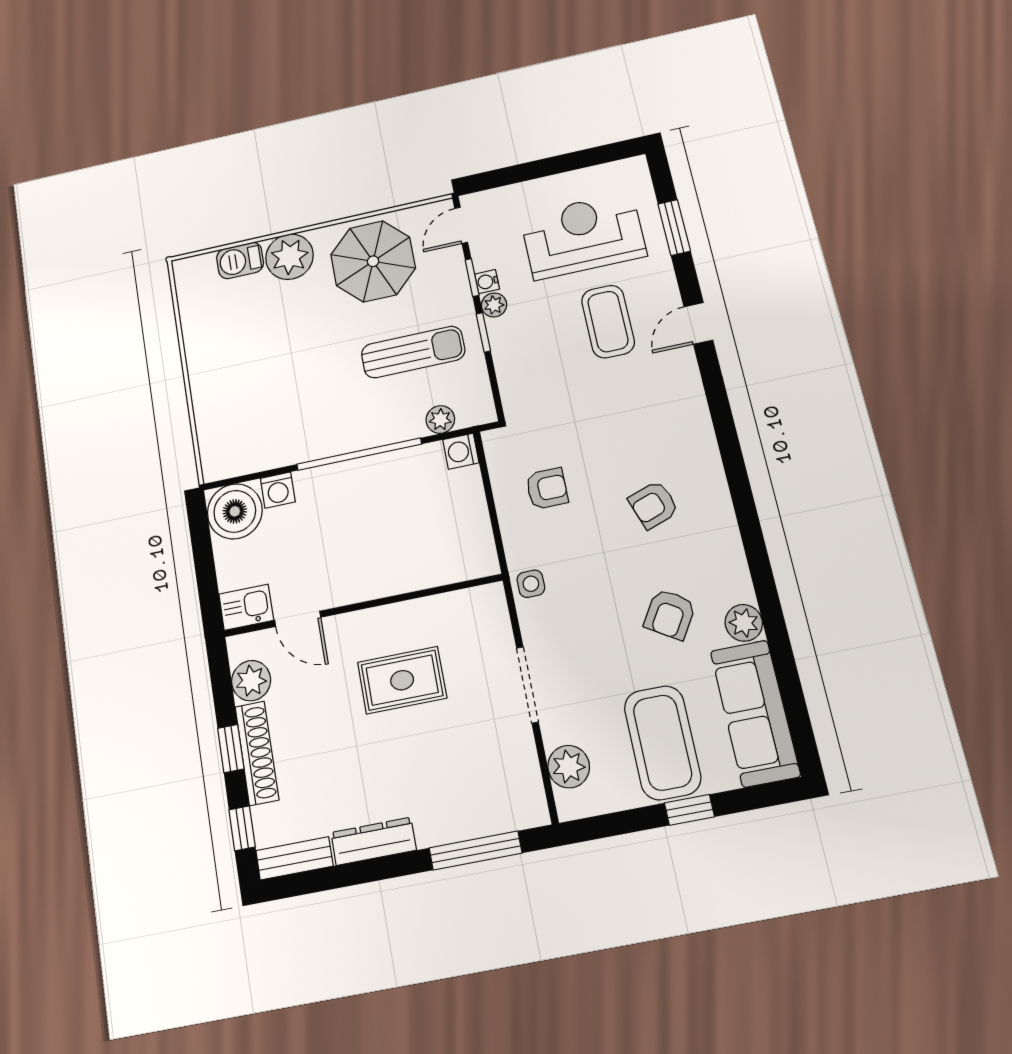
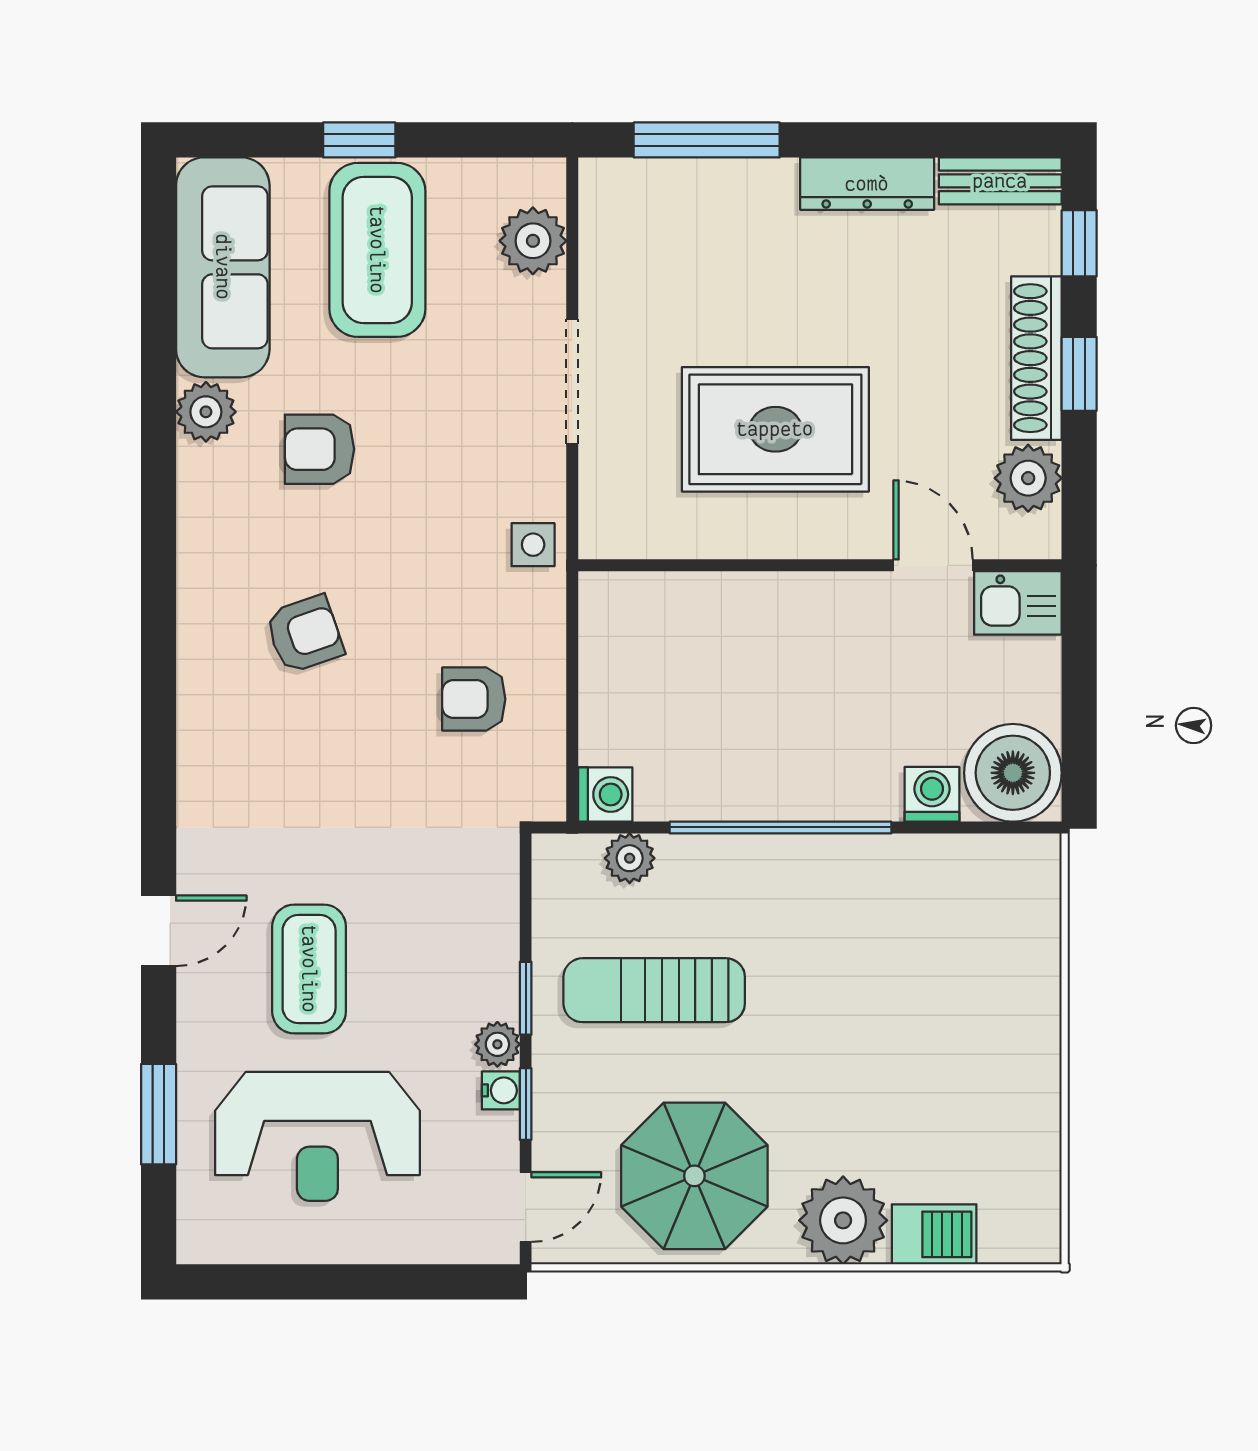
armchair: (670, 614) -> (319, 449), turned -122
rug: (402, 680) -> (775, 429), width x1.36, depth x1.43

